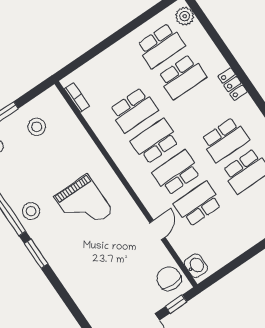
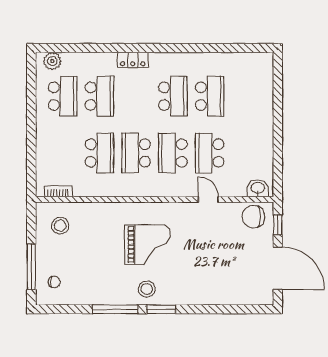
stool: (37, 127) -> (60, 226), moved
stool: (31, 211) -> (147, 289), moved

